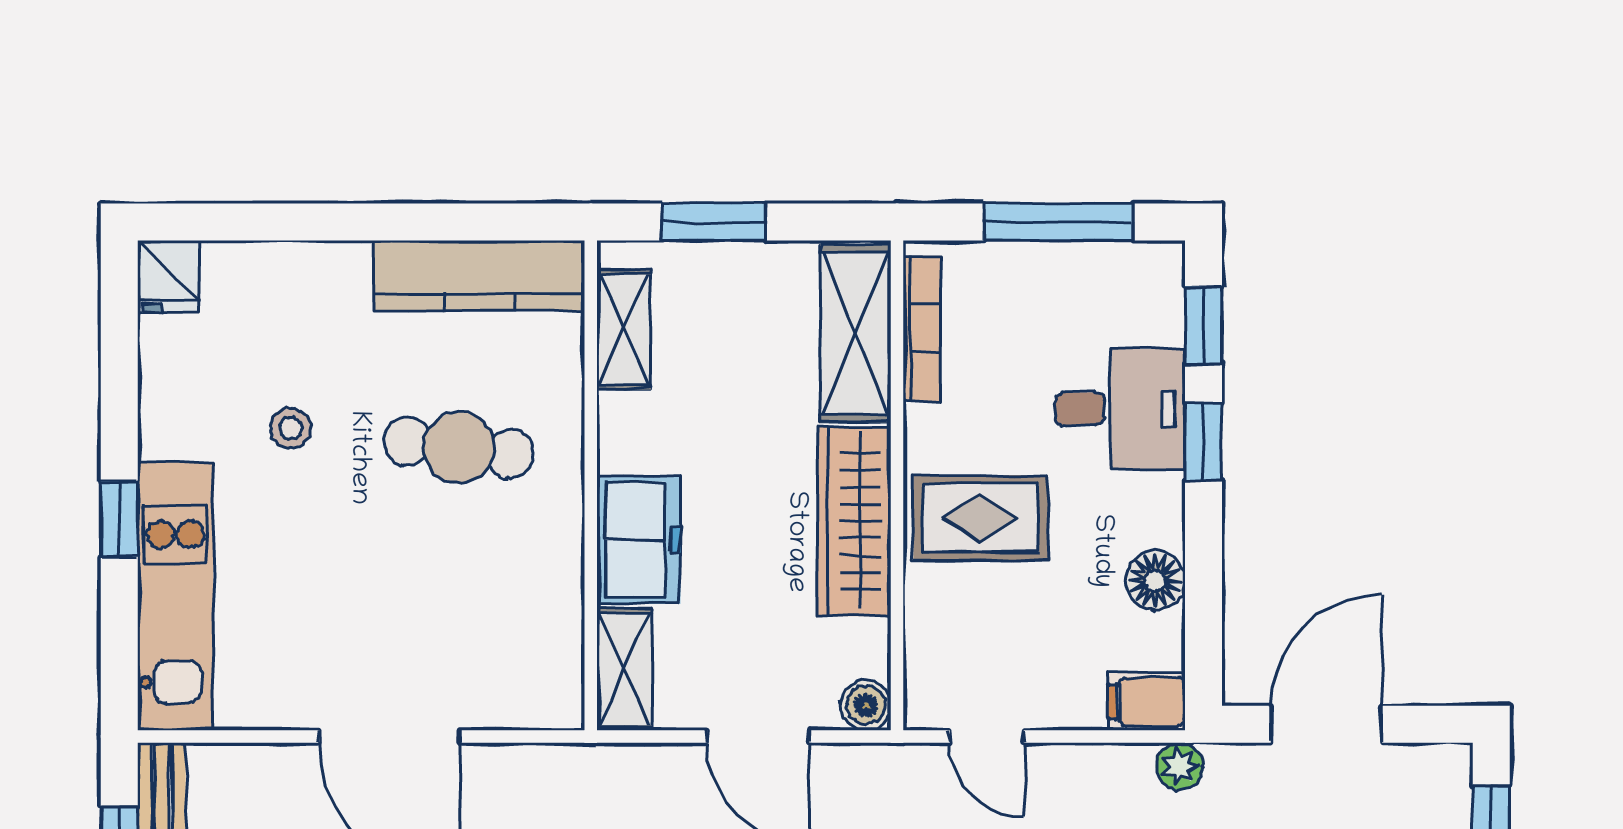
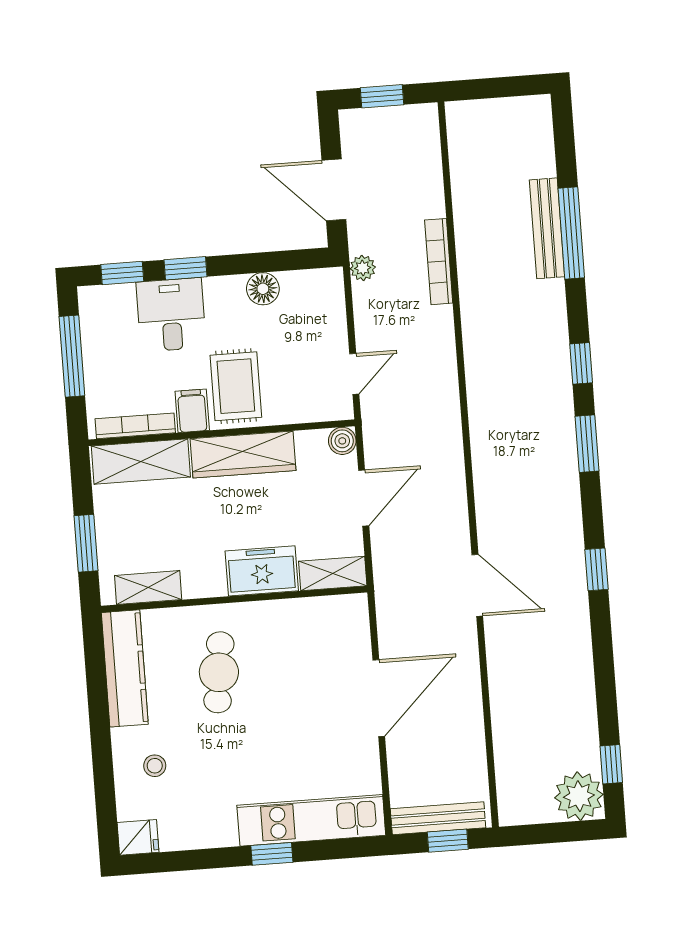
stool: (291, 428) -> (155, 766), moved
filing cabinet: (1147, 702) -> (192, 411), moved, turned 180

